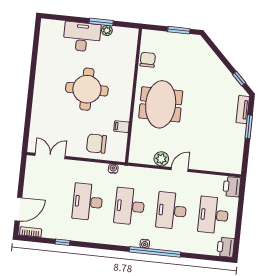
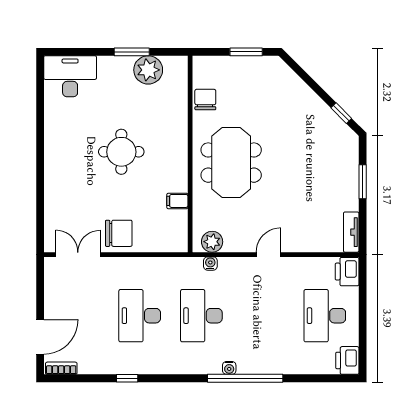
plant: (107, 30) -> (148, 70), width x1.88, depth x1.88
desk: (82, 37) -> (70, 76), moved
round table: (87, 89) -> (121, 152), width x0.73, depth x0.73
tv unit: (243, 110) -> (351, 232), moved
chair: (96, 144) -> (119, 233), moved, turned 180
plant: (161, 159) -> (212, 242), moved
water cooler: (113, 169) -> (210, 264), moved
desk: (172, 211) -> (263, 316), removed
window: (63, 242) -> (127, 378), moved

